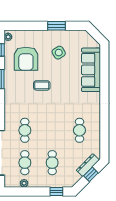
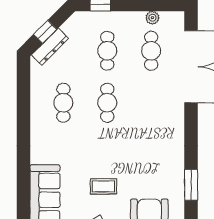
coffee table: (42, 85) -> (103, 186), moved
cafe table: (25, 130) -> (107, 103), moved

